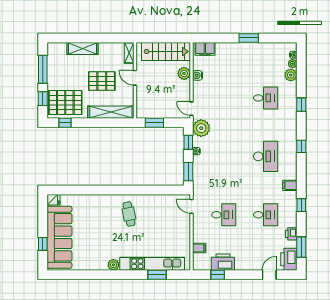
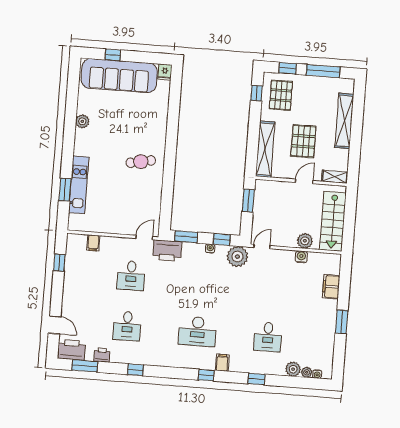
shelving: (82, 48) -> (344, 121), width x1.47
filing cabinet: (205, 49) -> (331, 287), moved
pallet: (65, 103) -> (281, 95), width x0.73, depth x0.71
filing cabinet: (290, 185) -> (222, 363), moved
printer: (223, 262) -> (167, 251), moved, turned 90
kitchen unit: (152, 264) -> (79, 185), width x0.73
plant: (113, 265) -> (82, 121), moved

